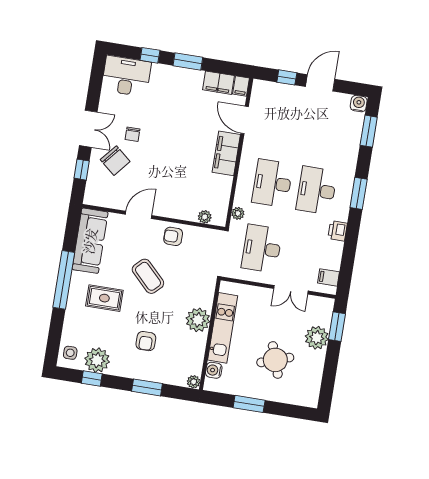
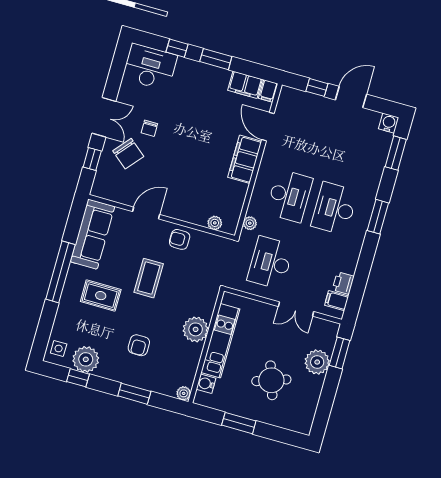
desk: (272, 183) -> (289, 196), turned 180
printer: (338, 231) -> (343, 283), moved
coffee table: (148, 276) -> (149, 278), turned 45

